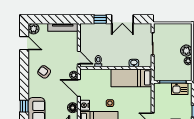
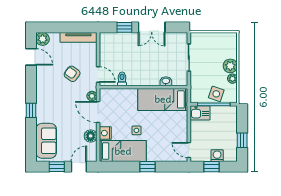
armchair: (44, 72) -> (72, 74), moved
side table: (175, 73) -> (216, 94), added
kitchen sink: (180, 89) -> (200, 113), moved
window: (24, 106) -> (31, 110), moved

